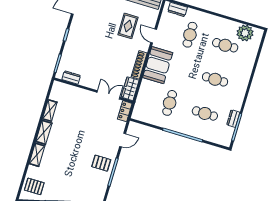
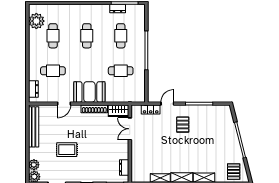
rug: (128, 26) -> (67, 150), moved
locker: (125, 111) -> (151, 109), moved
door: (123, 140) -> (167, 104), hinge flipped
pallet: (101, 163) -> (183, 125), moved

